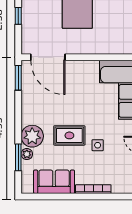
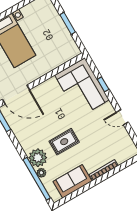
side table: (98, 145) -> (88, 137), removed
window: (18, 157) -> (37, 179), width x2.11

